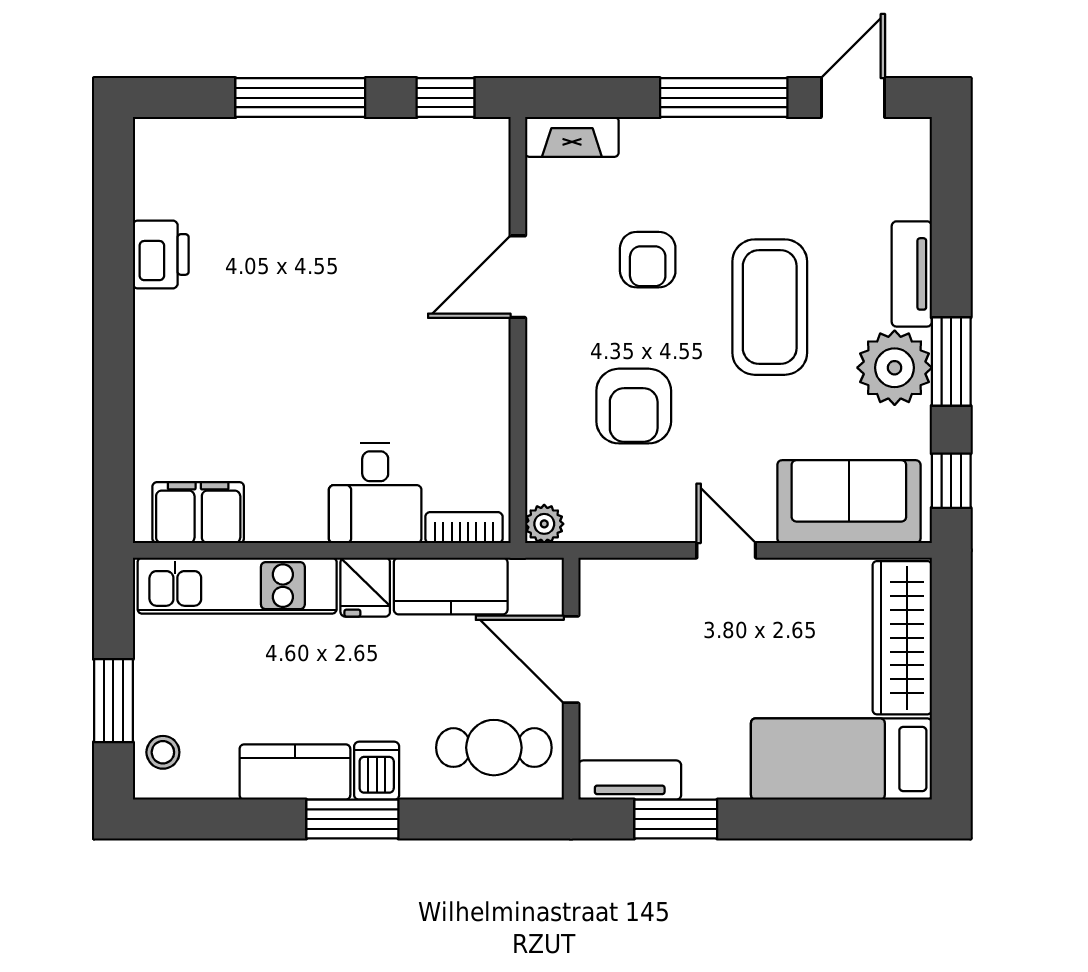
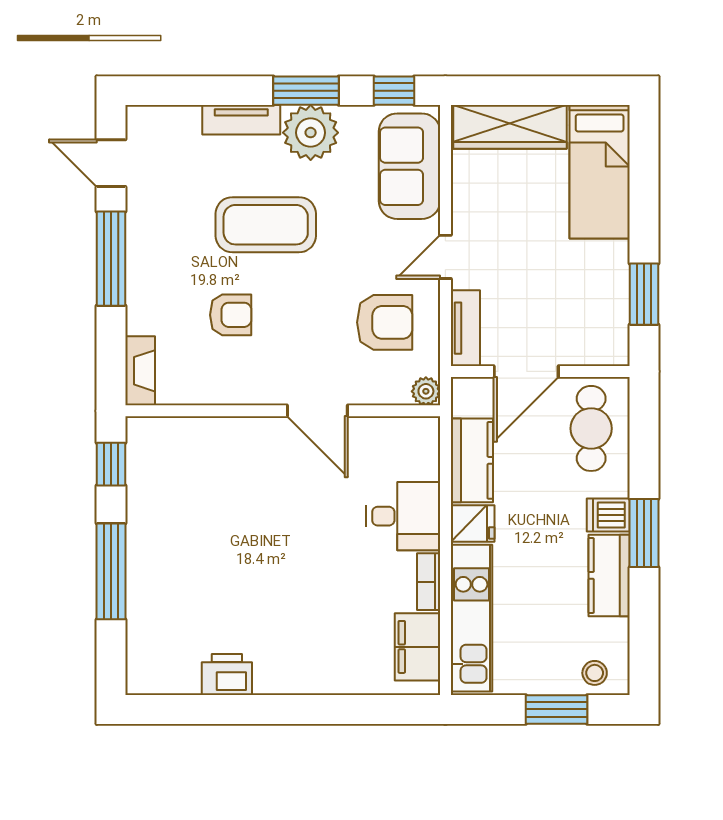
door: (518, 277) -> (317, 411), moved
armchair: (634, 406) -> (385, 322), moved
bookcase: (464, 528) -> (429, 582), moved
tv unit: (630, 780) -> (465, 328), moved, turned 180

